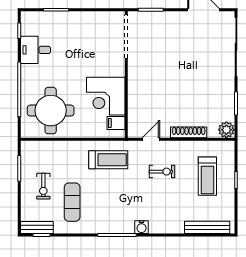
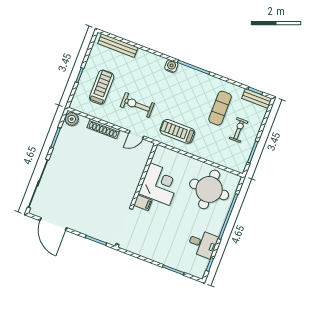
filing cabinet: (116, 123) -> (143, 203), moved
exercise bike: (162, 172) -> (137, 105), width x1.38, depth x1.39

